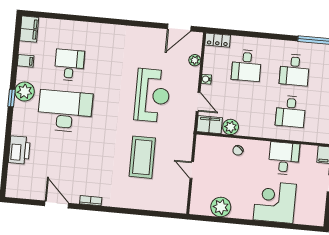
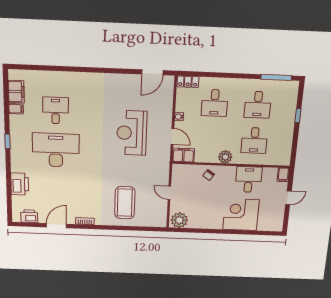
filing cabinet: (29, 29) -> (16, 92), moved
plant: (195, 60) -> (168, 101), removed
plant: (25, 91) -> (18, 135), removed
reception desk: (152, 95) -> (132, 133), turned 180
plant: (231, 127) -> (225, 157), moved
coffee table: (142, 157) -> (125, 203), moved
printer: (26, 191) -> (29, 216), added
door: (57, 204) -> (56, 226), hinge flipped
plant: (221, 207) -> (179, 220), moved

